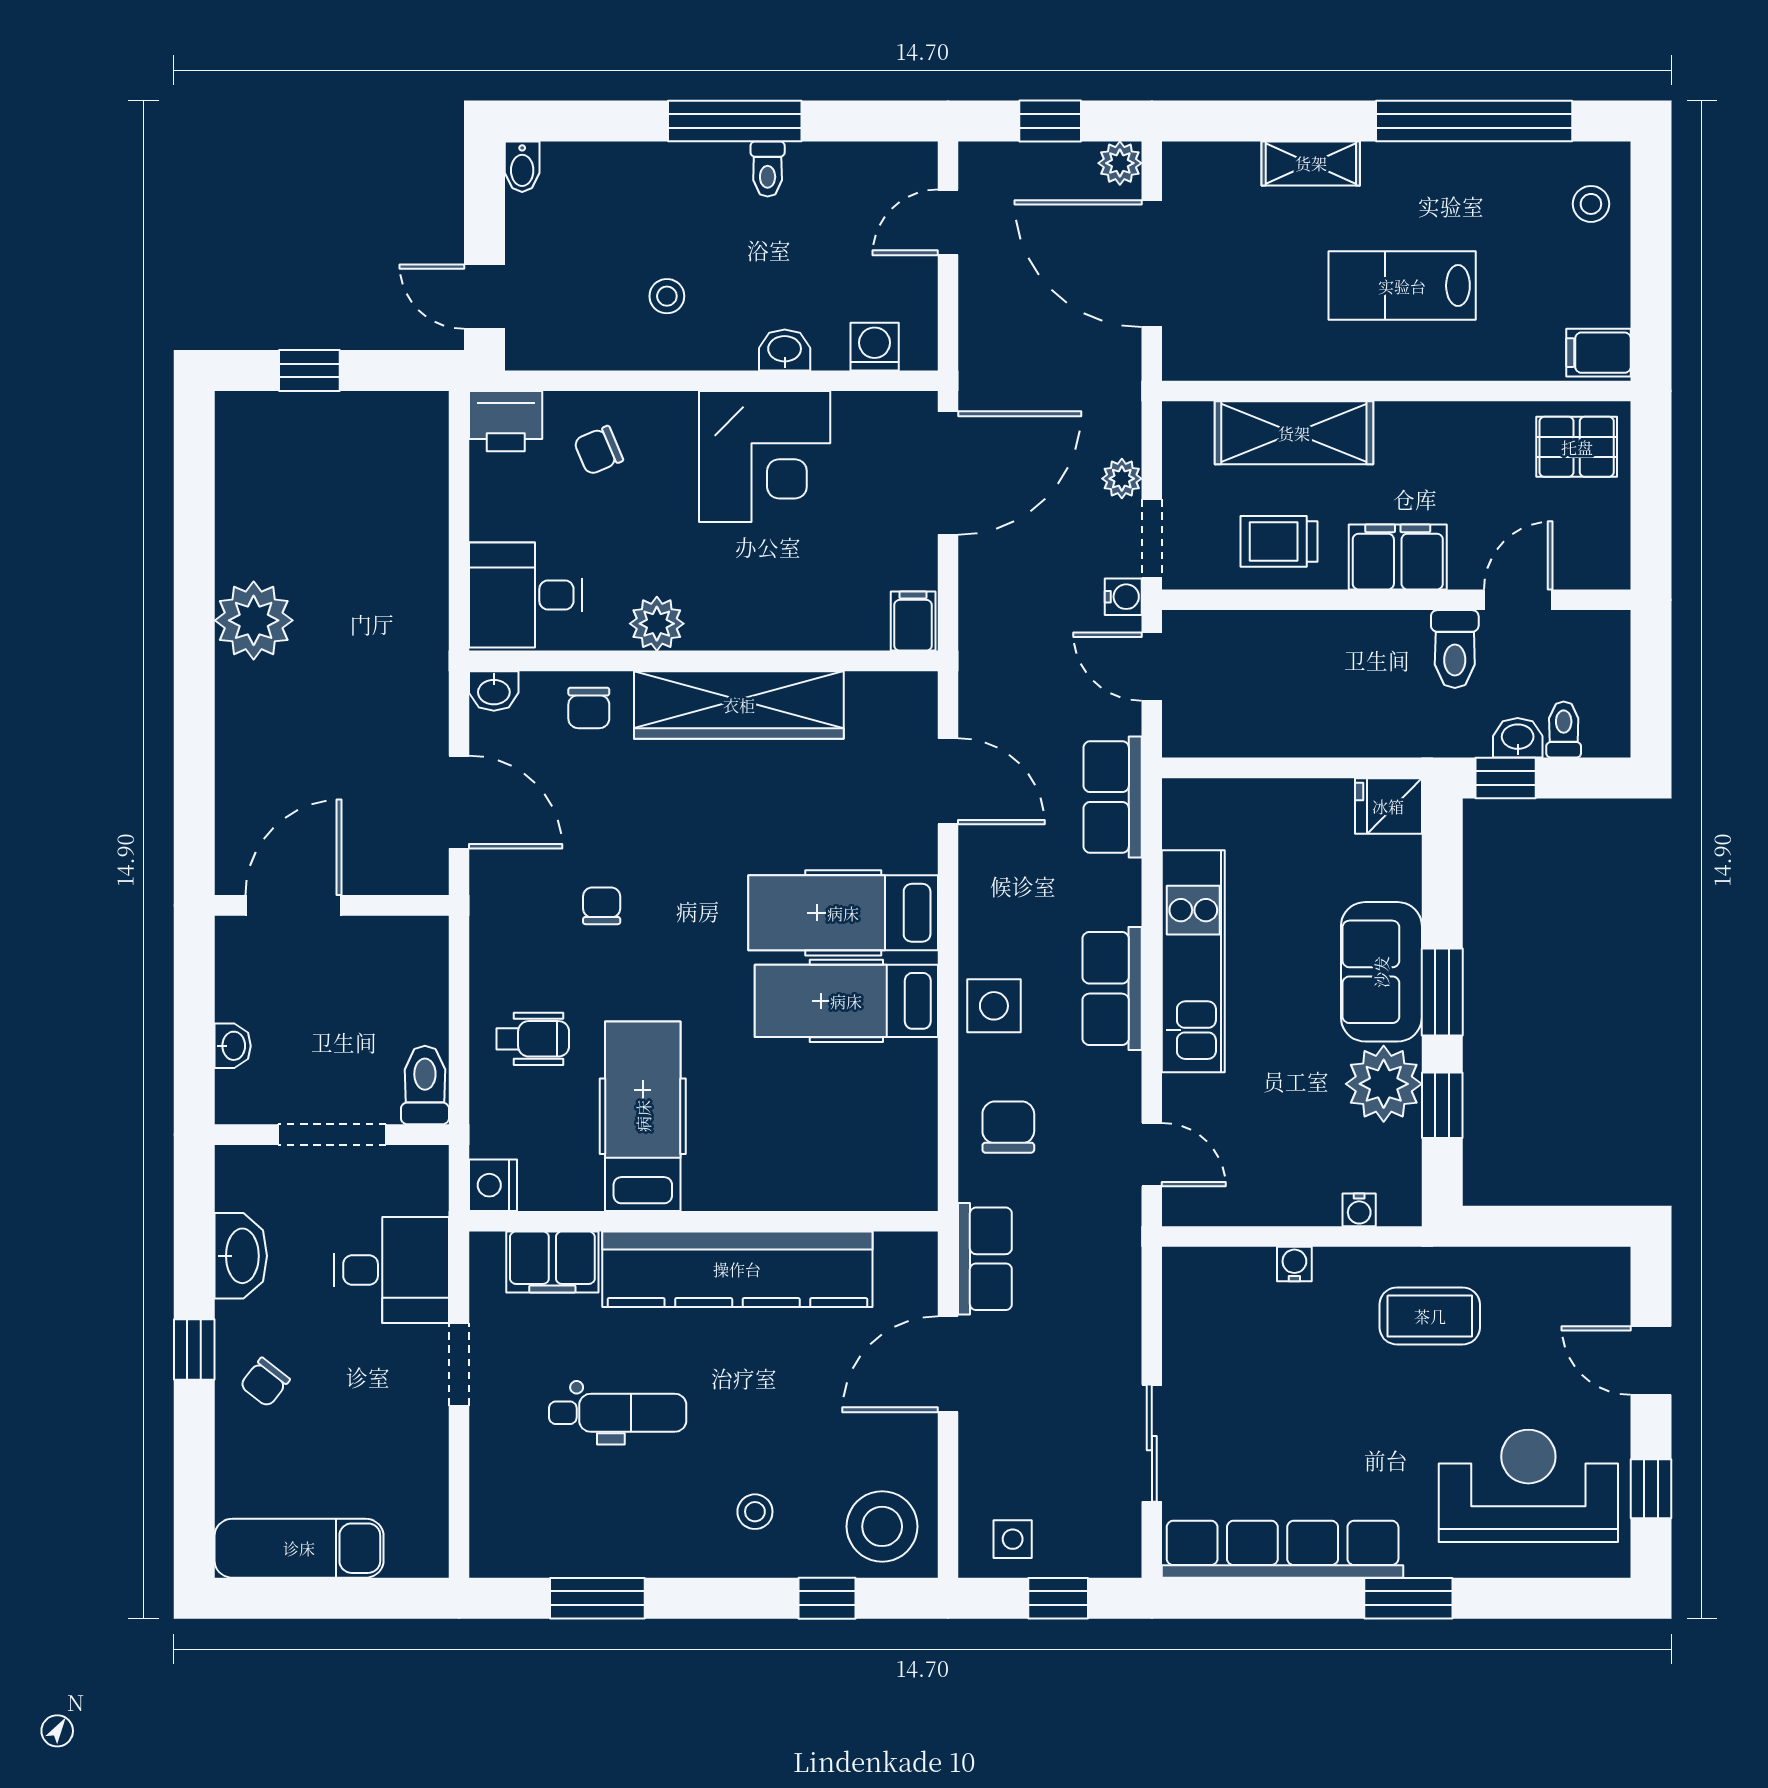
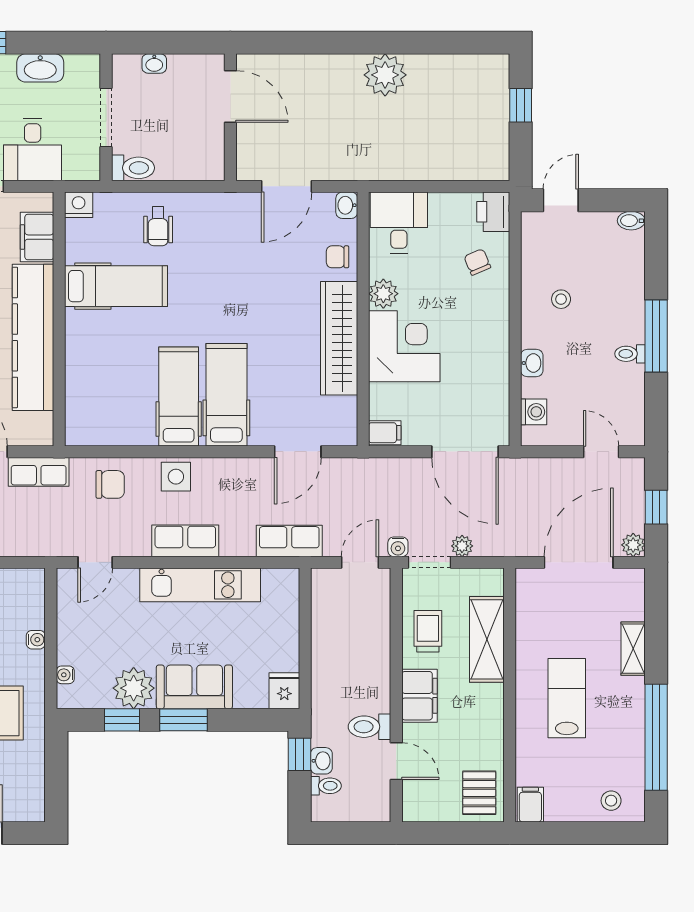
corner desk: (765, 457) -> (404, 346), moved, turned 180
chair: (602, 906) -> (230, 264), removed

